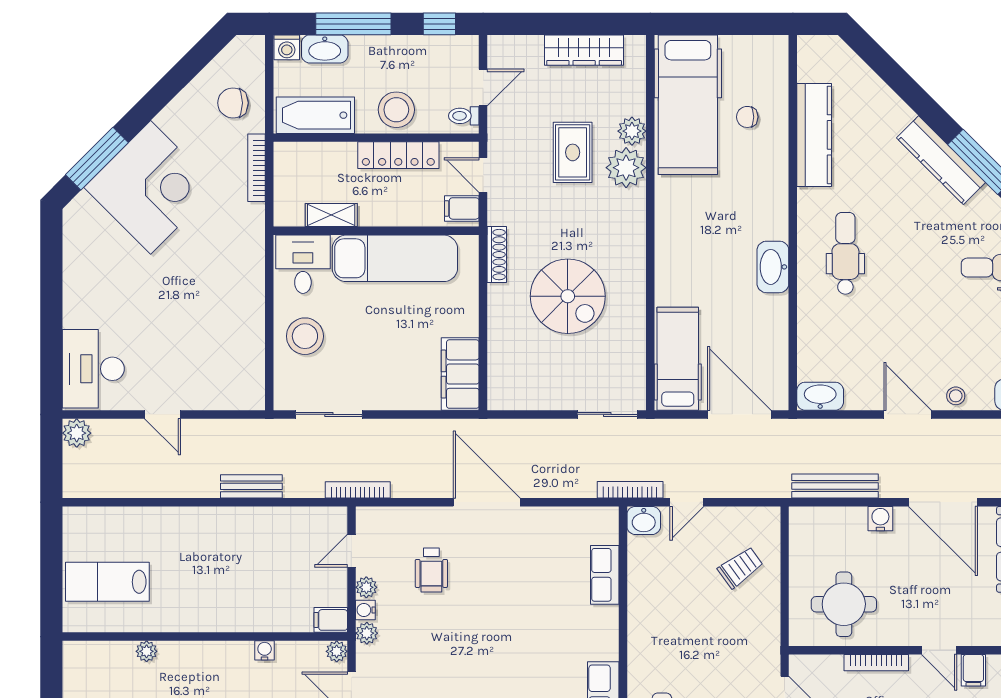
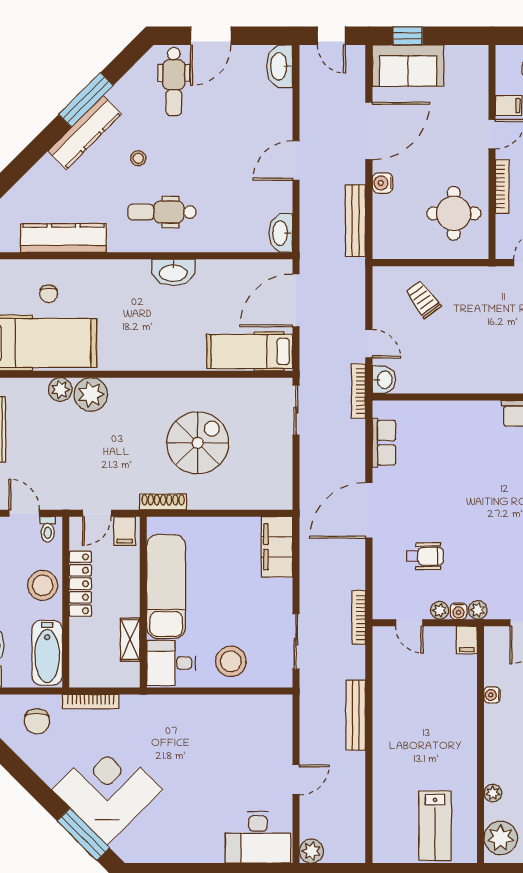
rug: (573, 152) -> (78, 439), removed
filing cabinet: (460, 374) -> (277, 547), moved, turned 90
stool: (956, 396) -> (138, 158), moved
bench: (251, 486) -> (356, 715), width x1.36
row of seats: (605, 575) -> (384, 443), moved, turned -90
plant: (337, 651) -> (501, 838), moved, width x1.87, depth x1.87

